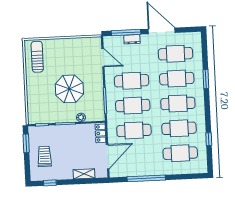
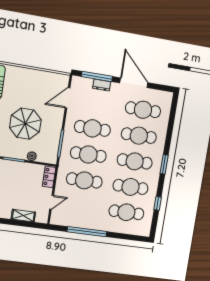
door: (103, 58) -> (67, 98), swing flipped
window: (206, 79) -> (164, 164), moved
door: (108, 157) -> (52, 202), width x0.53

